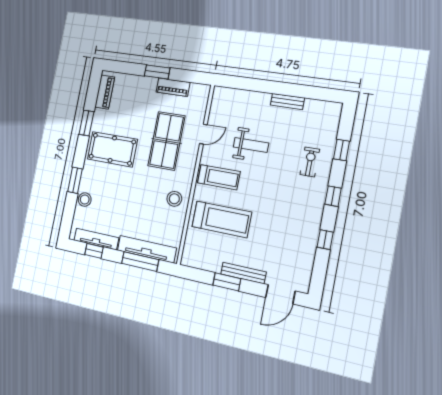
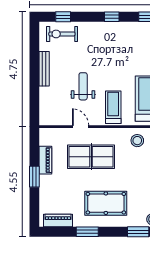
bench: (287, 101) -> (44, 69), width x1.36
pool table: (112, 149) -> (106, 203), turned 90
window: (341, 150) -> (63, 17), moved
exercise bike: (310, 162) -> (62, 34), moved, width x1.38, depth x1.39

